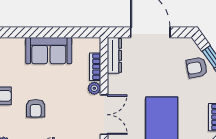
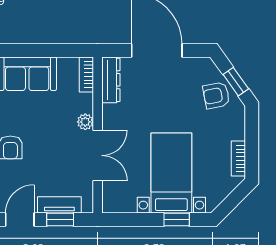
bookcase: (95, 67) -> (86, 75), moved

